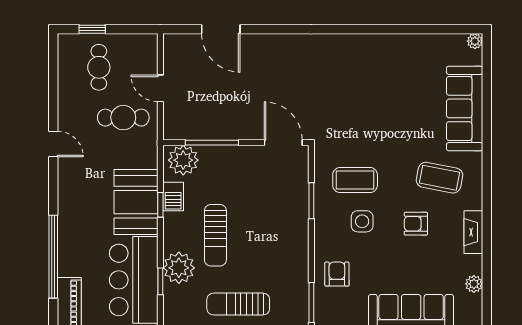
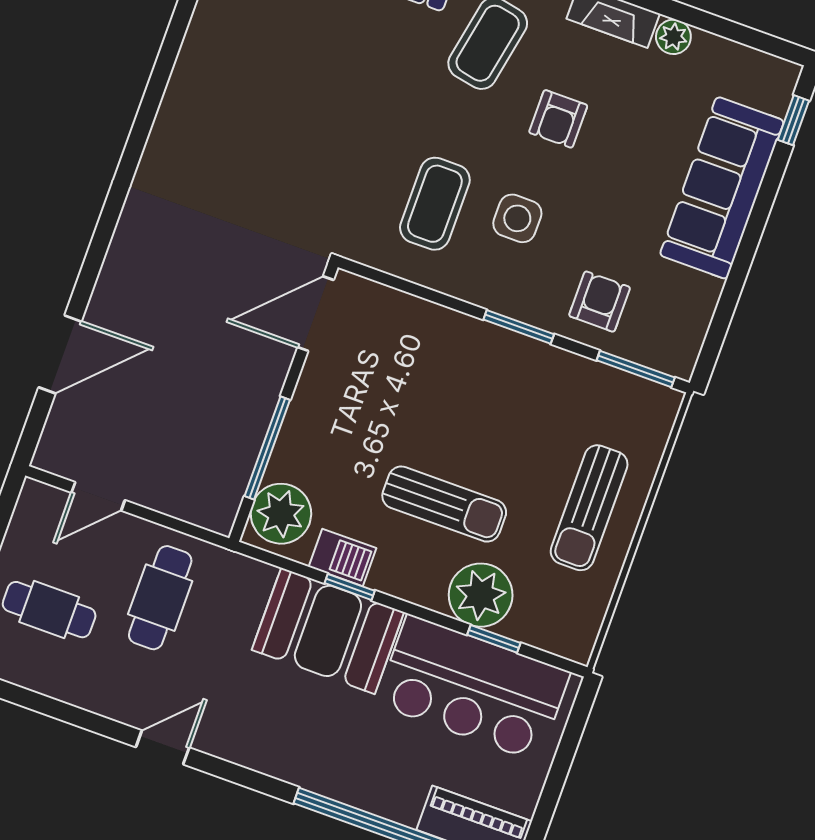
door: (160, 88) -> (98, 496), moved
window: (311, 201) -> (519, 327), moved
armchair: (337, 274) -> (600, 302), turned 90
plant: (474, 284) -> (673, 37), moved

